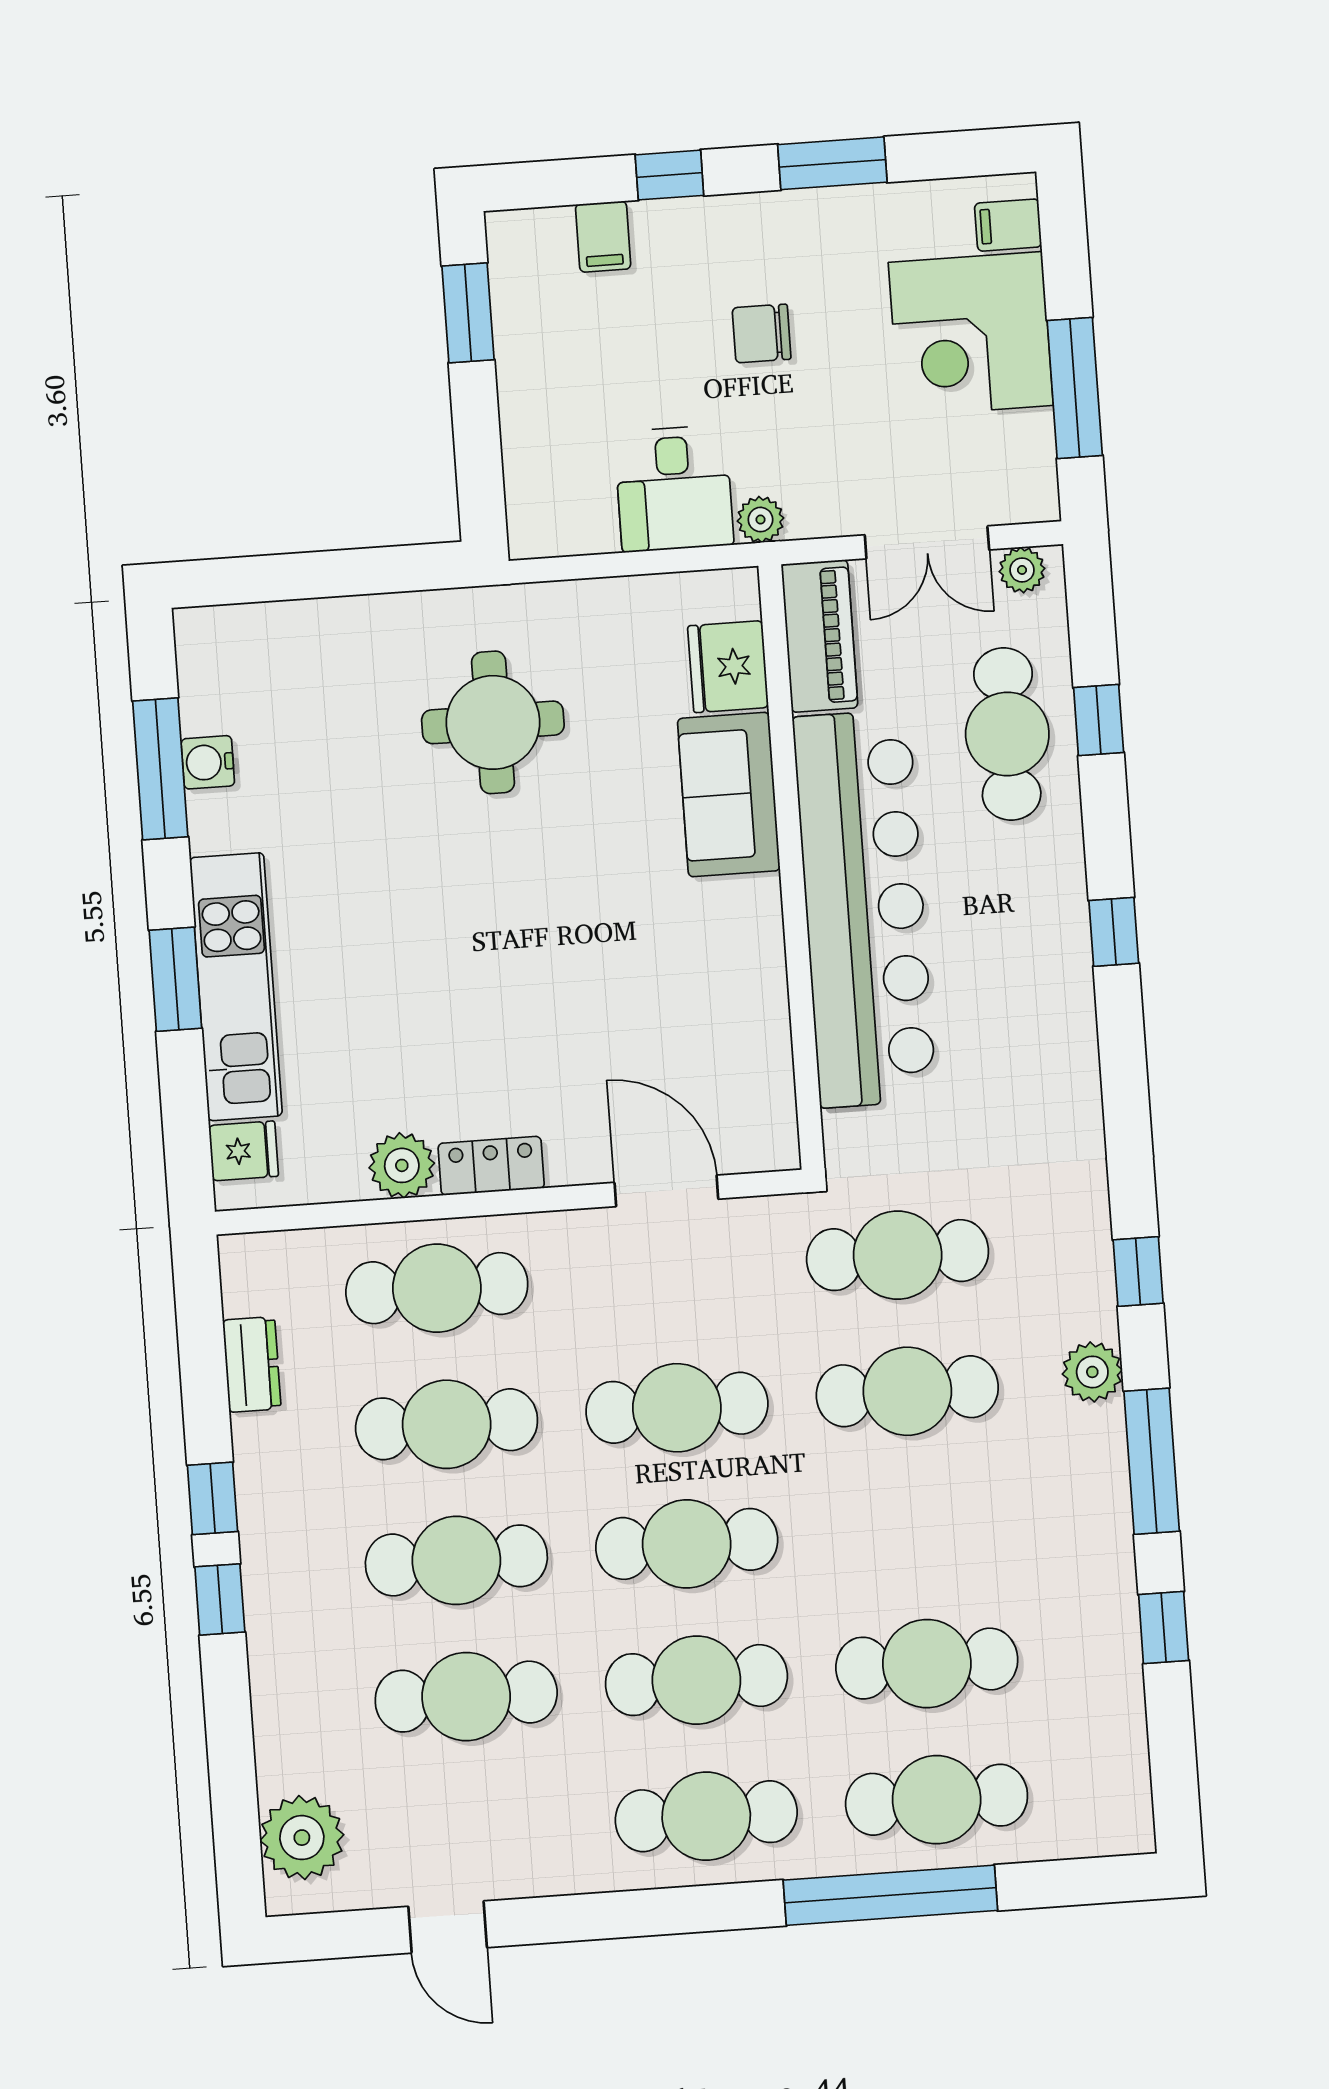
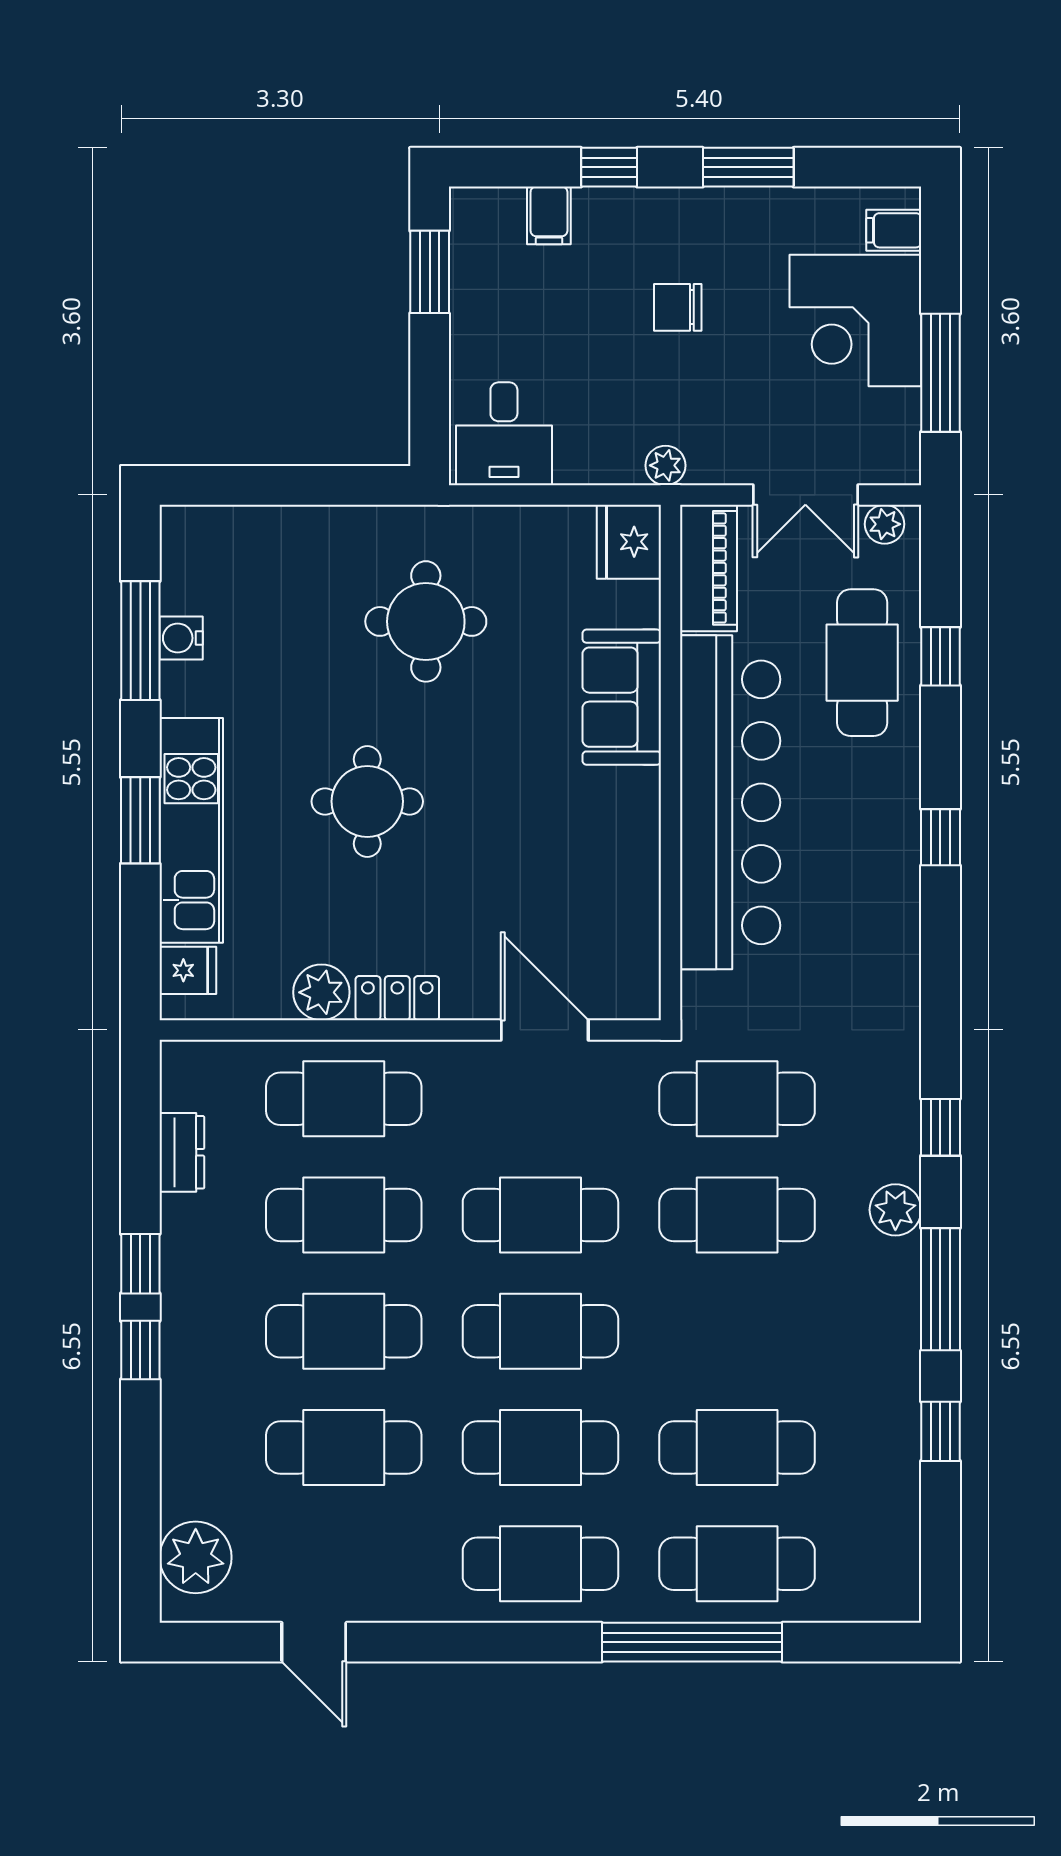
desk: (674, 488) -> (504, 434), moved
fridge: (728, 667) -> (629, 542), moved
round table: (439, 938) -> (367, 801), added

